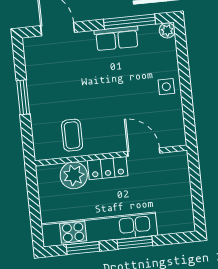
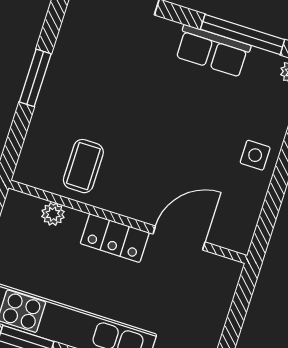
door: (144, 152) -> (179, 238), hinge flipped
plant: (74, 175) -> (53, 214), width x0.53, depth x0.53

